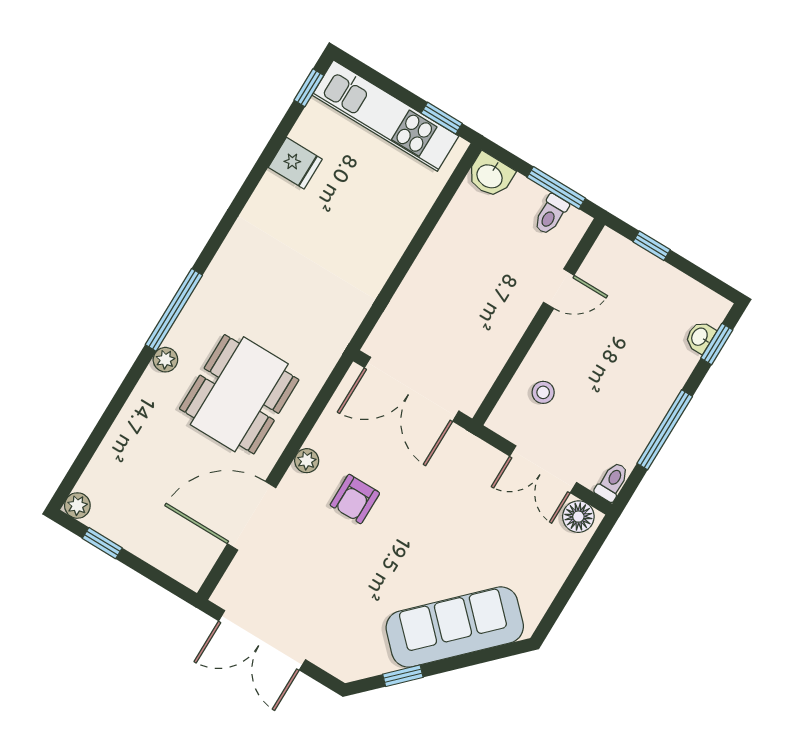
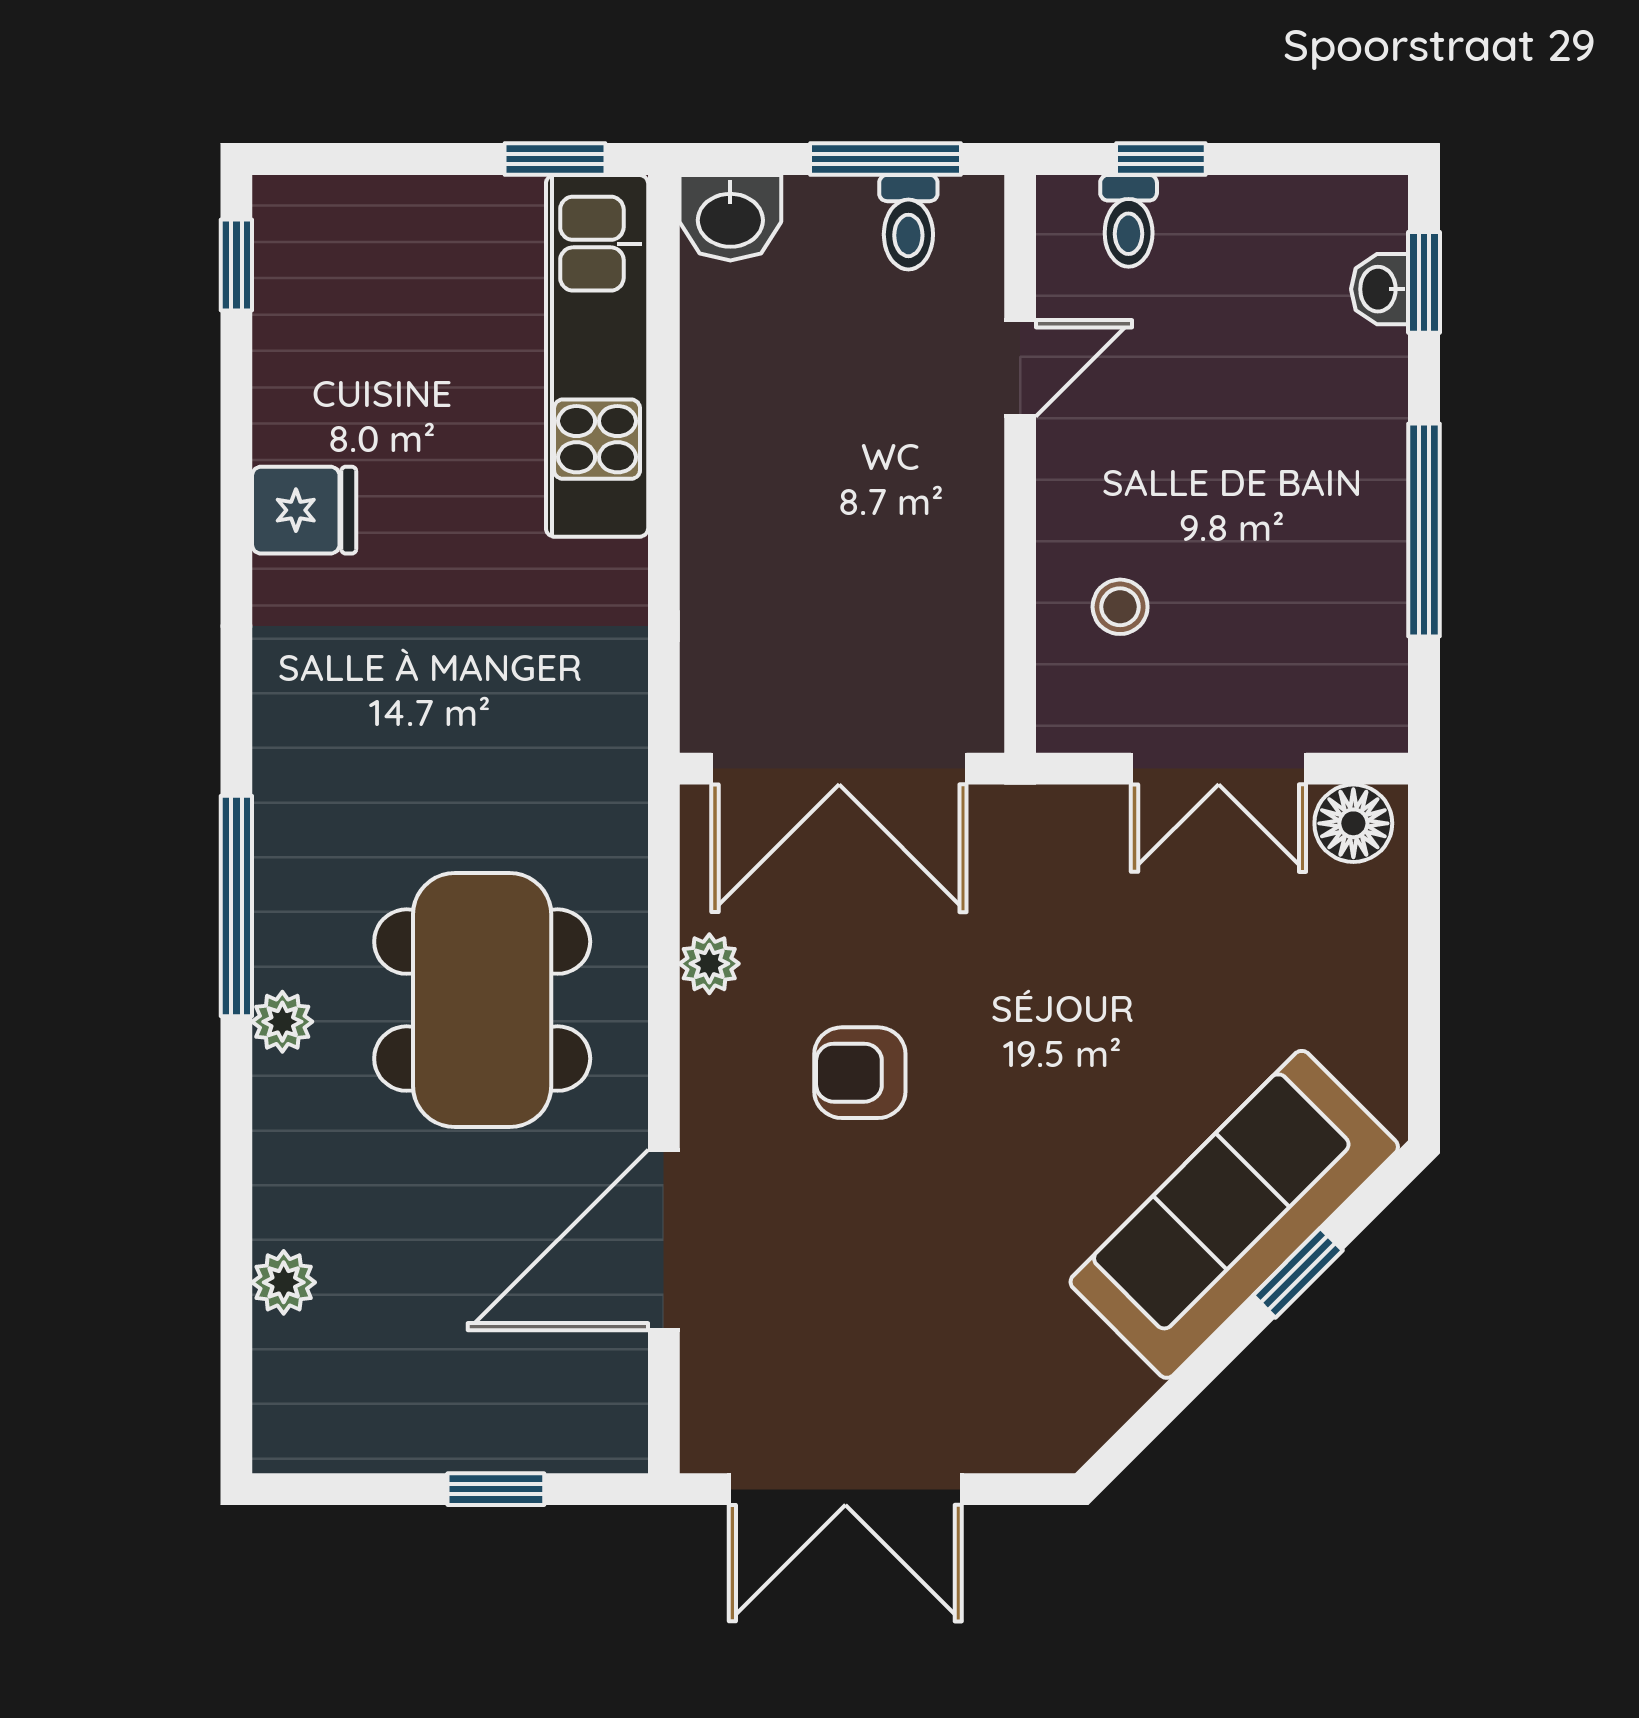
kitchen unit: (385, 116) -> (597, 356), moved, turned 90
fridge: (295, 163) -> (304, 510), moved
plant: (307, 461) -> (709, 964), moved
toilet: (612, 482) -> (1129, 221), moved, turned 180
armchair: (355, 499) -> (860, 1073), turned 90
plant: (77, 506) -> (284, 1282), moved
window: (102, 543) -> (496, 1489), moved
window: (403, 676) -> (1298, 1273), moved

